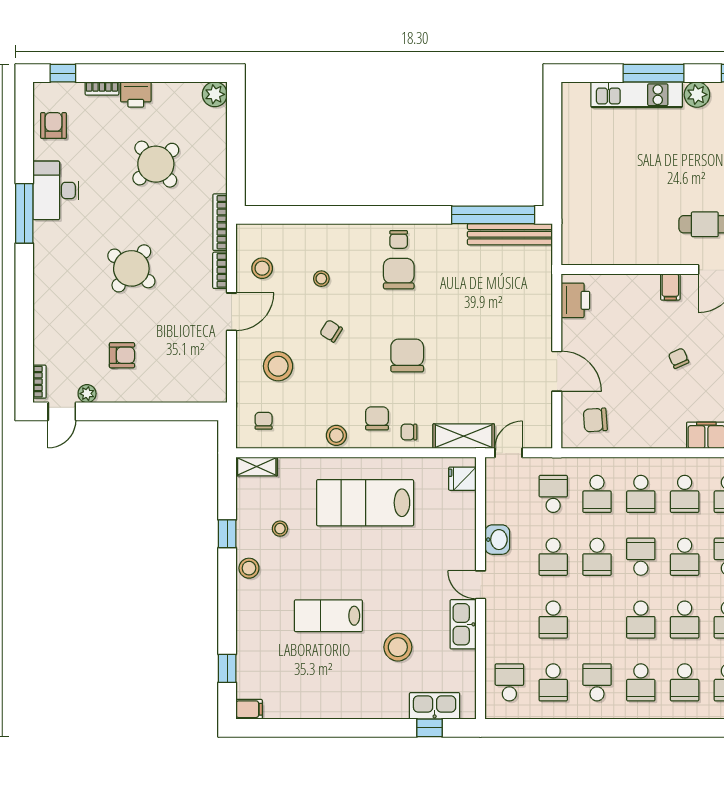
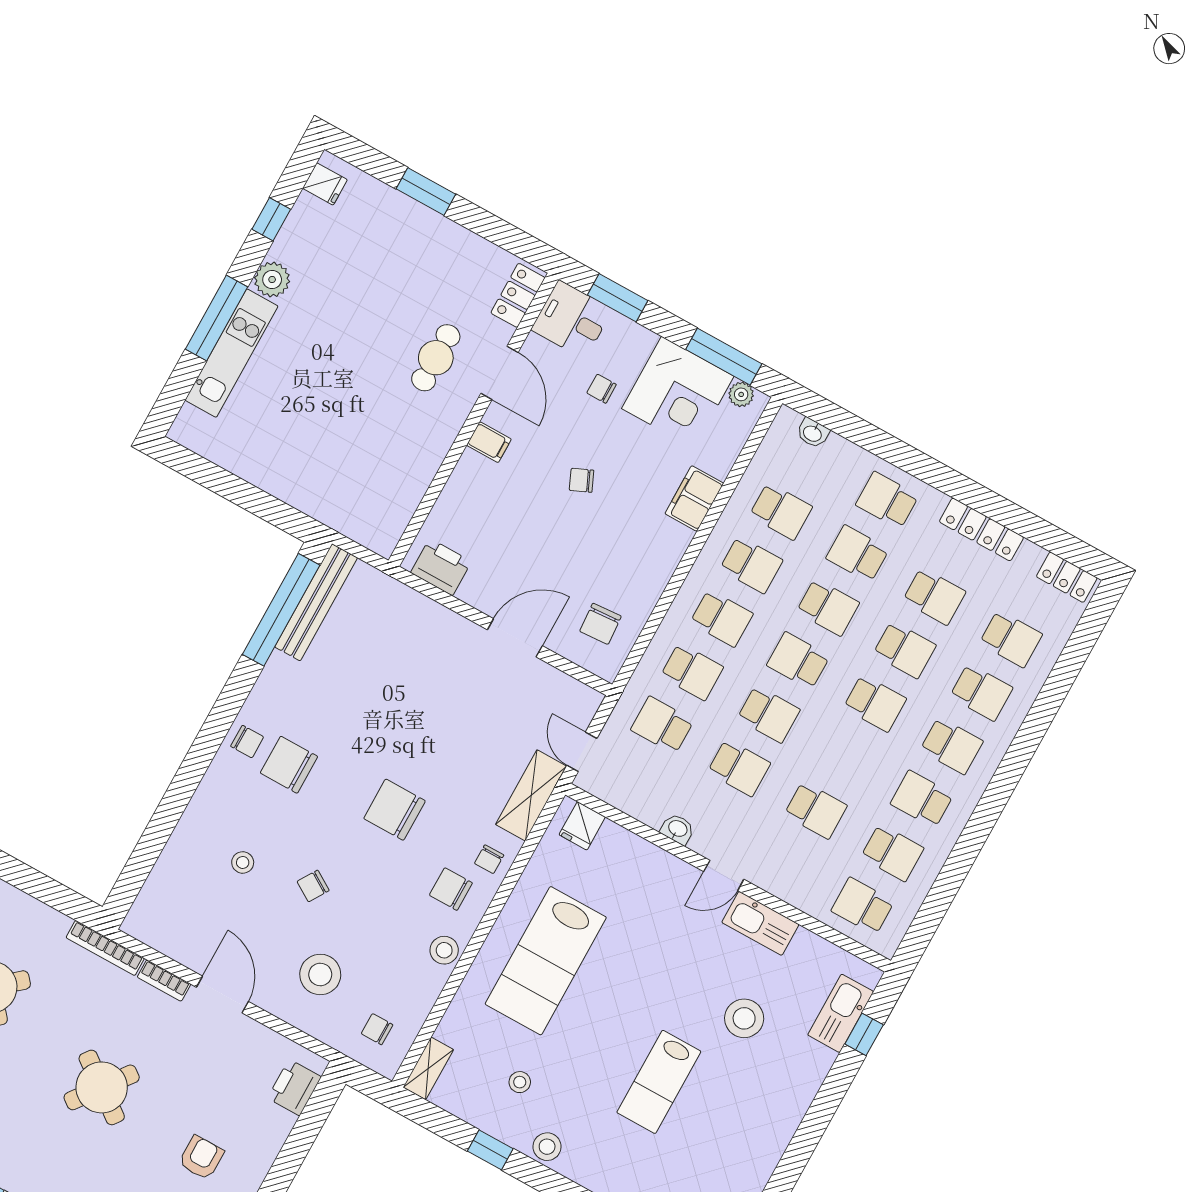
stool: (262, 268) -> (190, 928), removed
printer: (198, 389) -> (294, 1087), added
washbasin: (497, 540) -> (677, 829), width x0.72, depth x0.69

